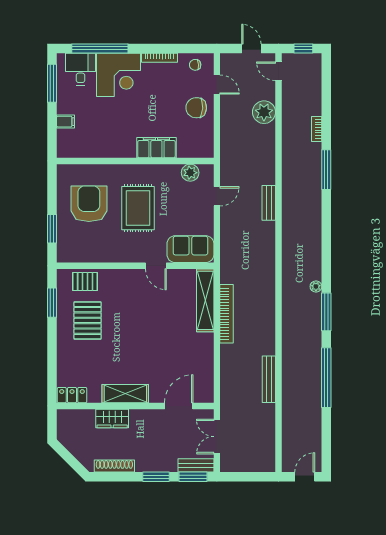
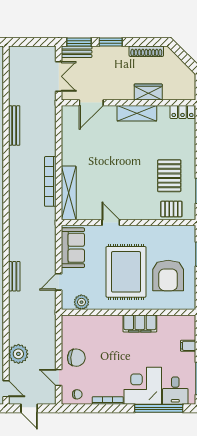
filing cabinet: (156, 148) -> (140, 323), moved
rug: (138, 208) -> (126, 272), width x1.37, depth x1.44
sofa: (190, 249) -> (73, 248), moved, turned -90

